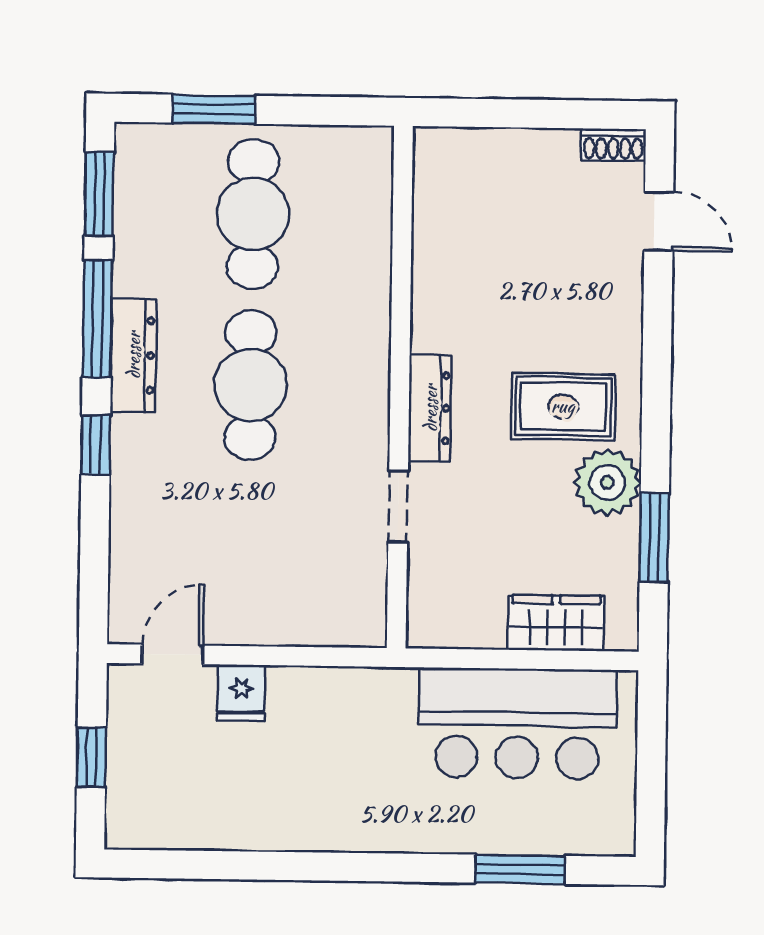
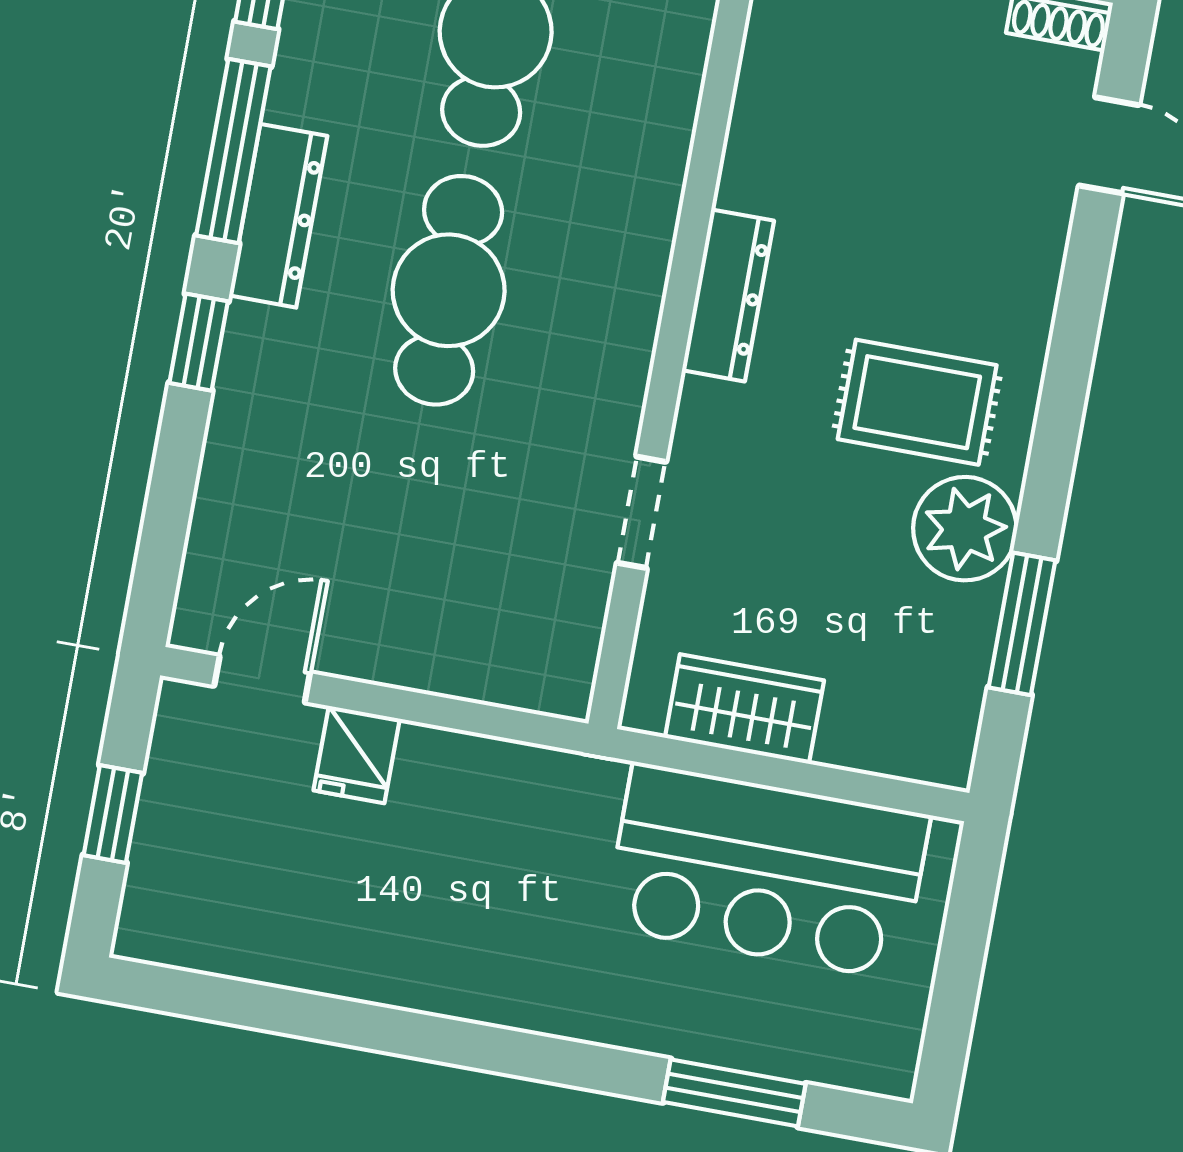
dresser: (430, 408) -> (728, 295), moved
wardrobe: (556, 623) -> (744, 709), moved

